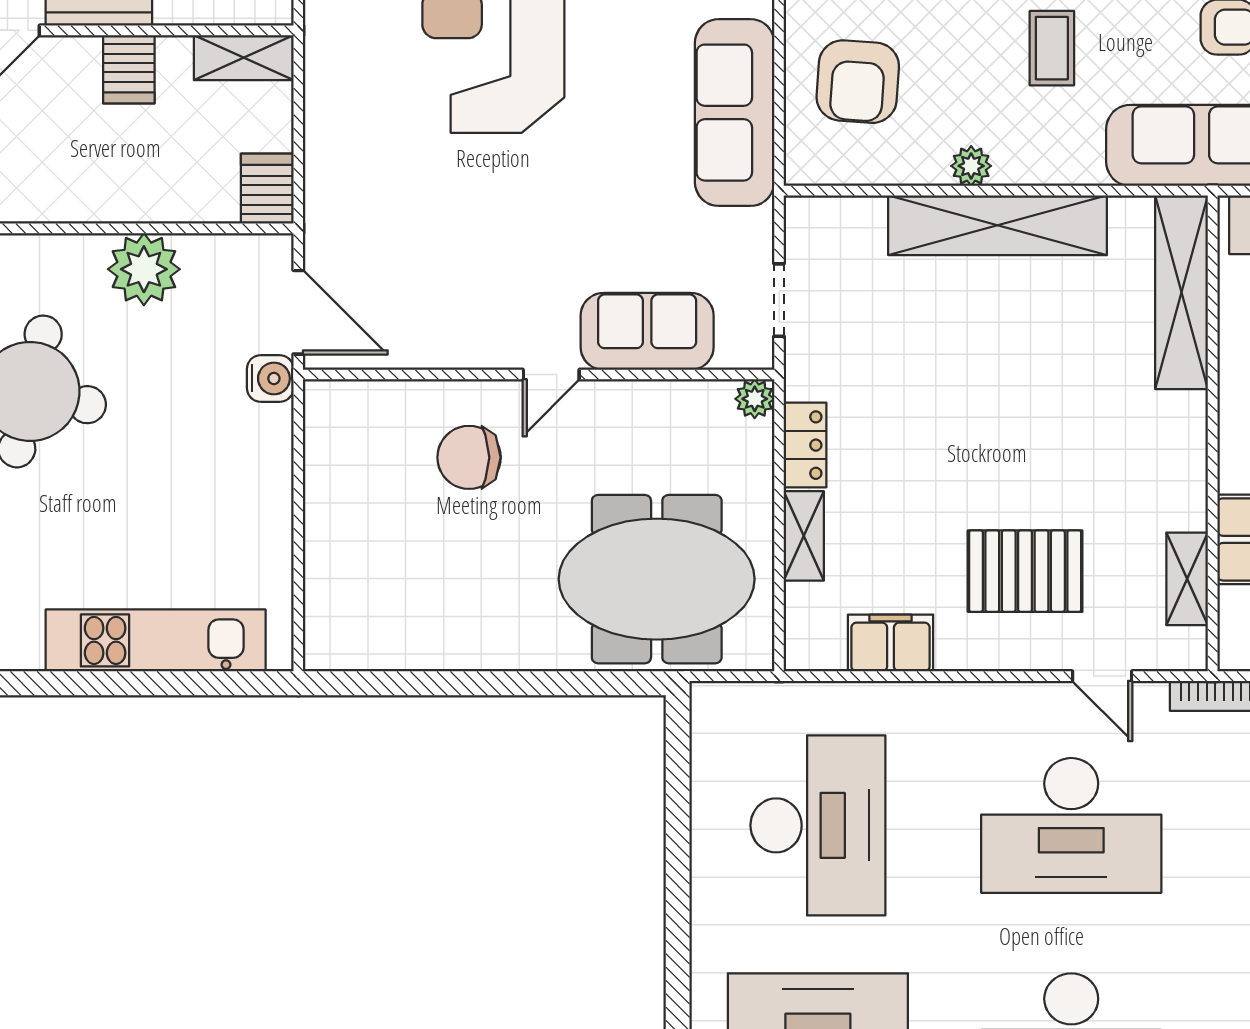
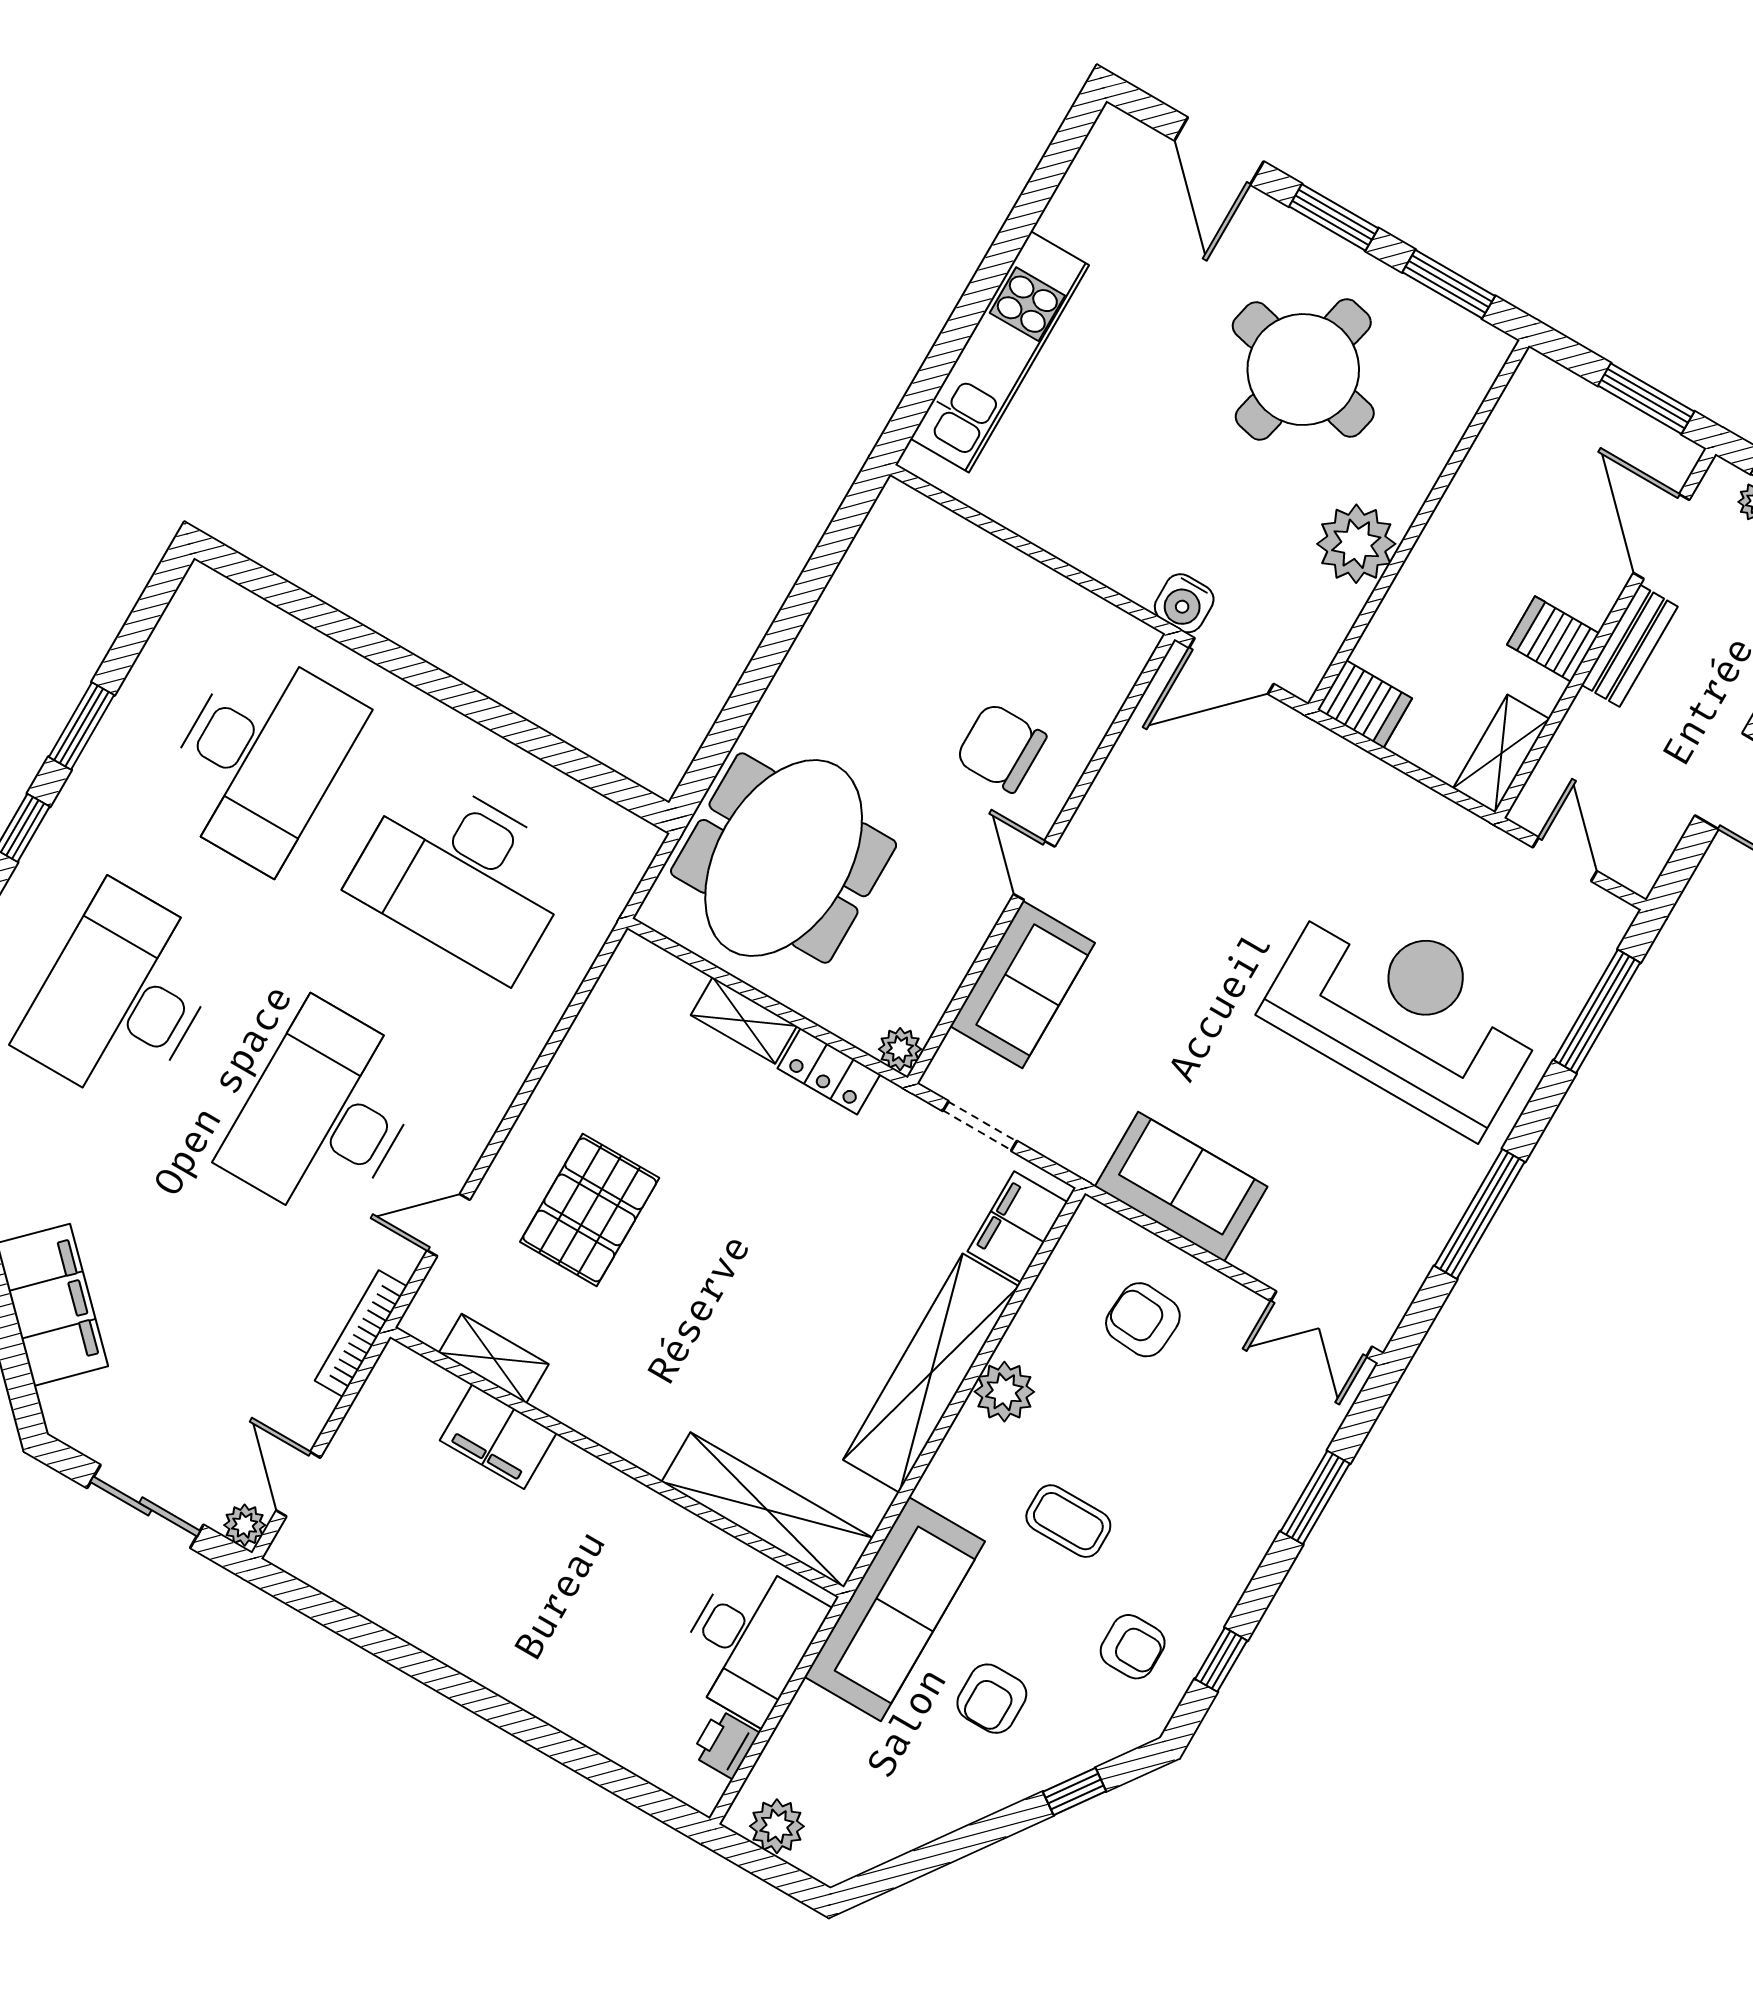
armchair: (858, 82) -> (1143, 1320), width x0.72, depth x0.72
sofa: (735, 113) -> (1181, 1187), width x0.73
plant: (971, 166) -> (1004, 1392), width x1.38, depth x1.38
chair: (469, 457) -> (1001, 748), turned -90
filing cabinet: (891, 643) -> (1018, 1227), moved, turned 180

